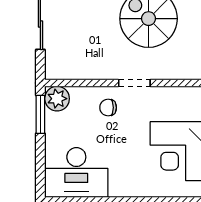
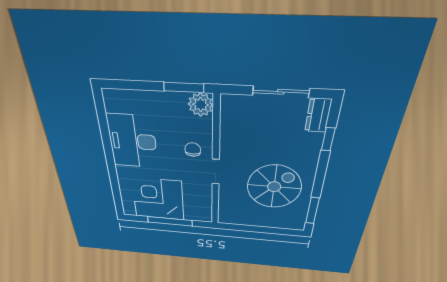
desk: (76, 172) -> (133, 141), moved

